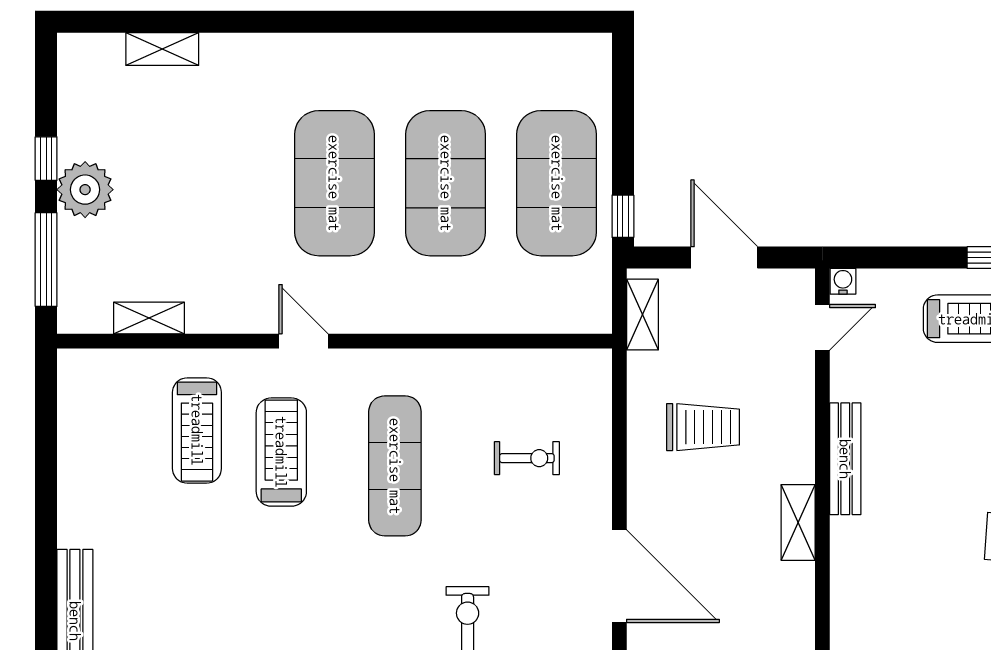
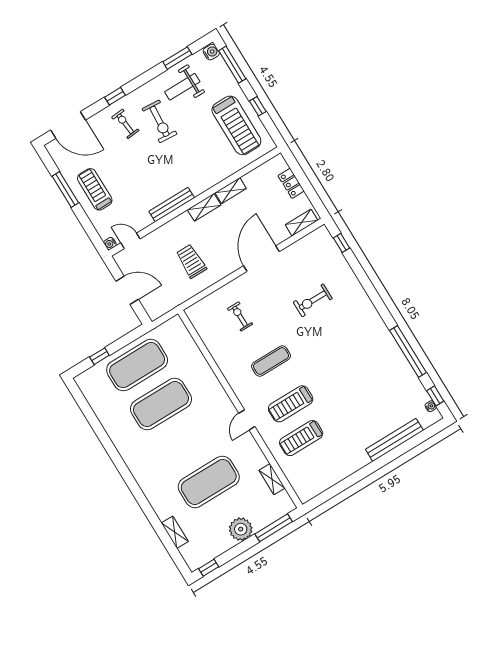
window: (46, 159) -> (209, 568), moved
exercise mat: (334, 183) -> (209, 482), moved
window: (623, 216) -> (99, 356), moved
door: (724, 258) -> (127, 290), swing flipped
shelving: (642, 315) -> (231, 191), moved
treadmill: (197, 430) -> (301, 438), turned 180
exercise mat: (395, 466) -> (271, 361), width x0.73, depth x0.69

